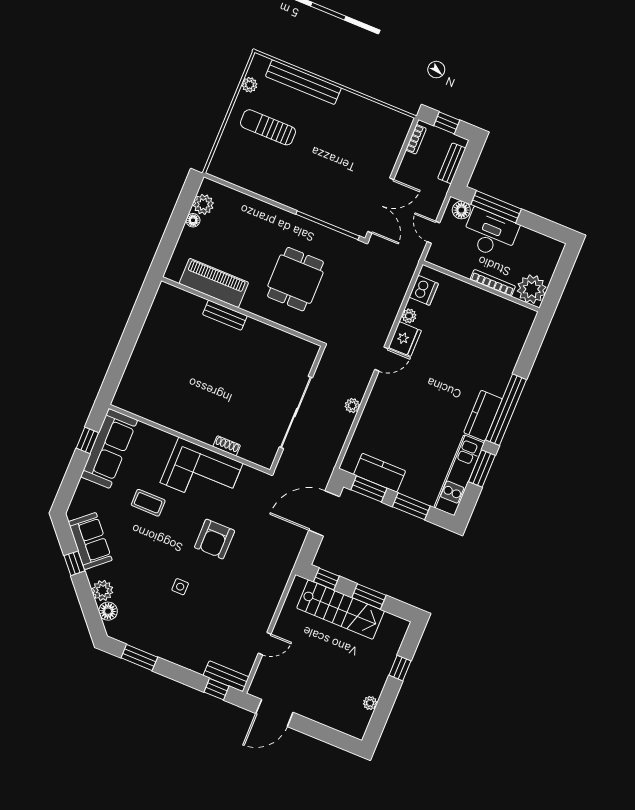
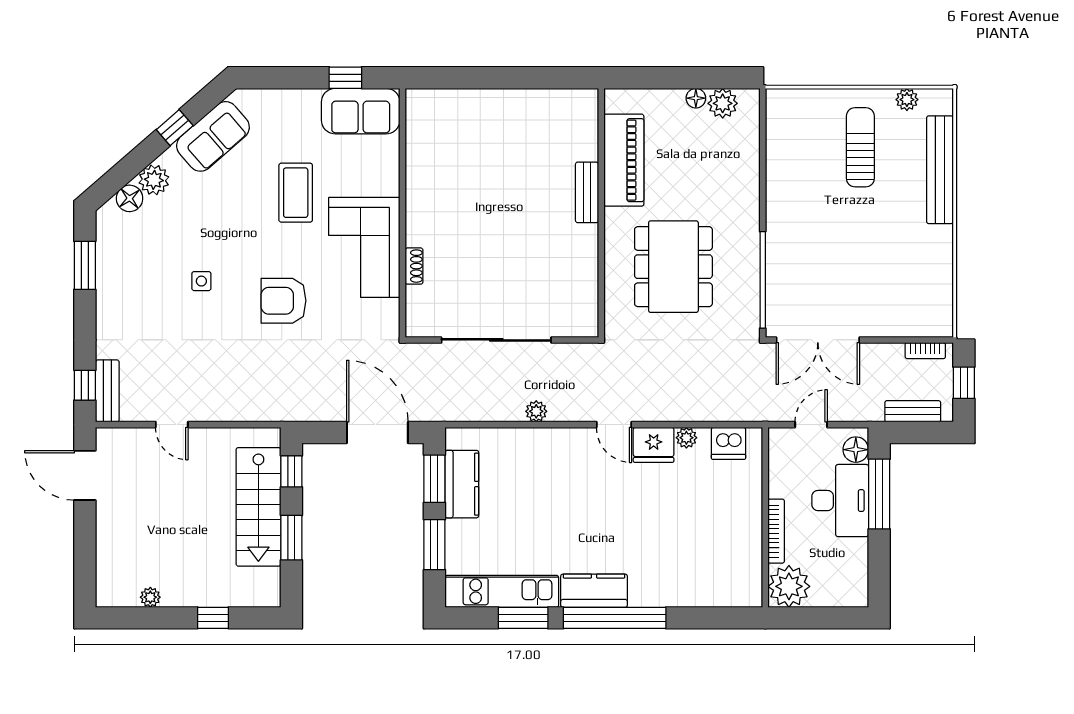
dining table: (295, 279) -> (673, 267), width x1.38
sofa: (109, 448) -> (361, 111), width x0.73
coffee table: (148, 503) -> (296, 193), width x1.36, depth x1.30

